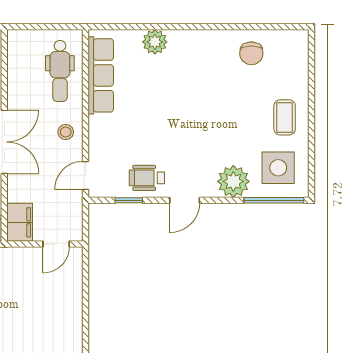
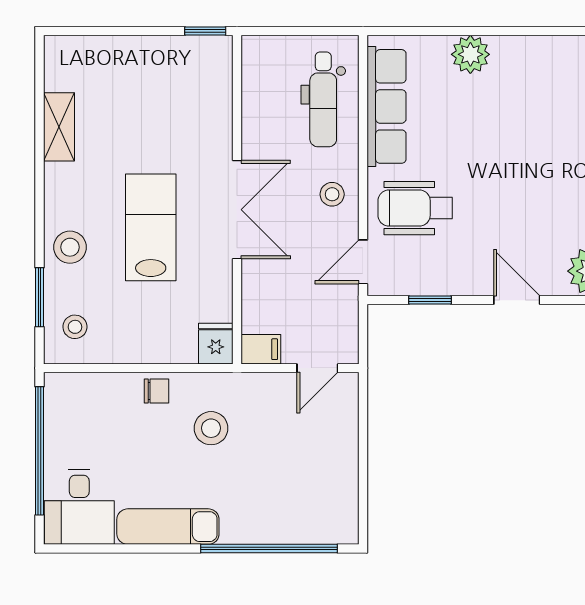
wheelchair: (147, 178) -> (415, 208), moved, width x1.36, depth x1.37
door: (185, 200) -> (517, 300), swing flipped
filing cabinet: (20, 222) -> (261, 349), width x0.50

